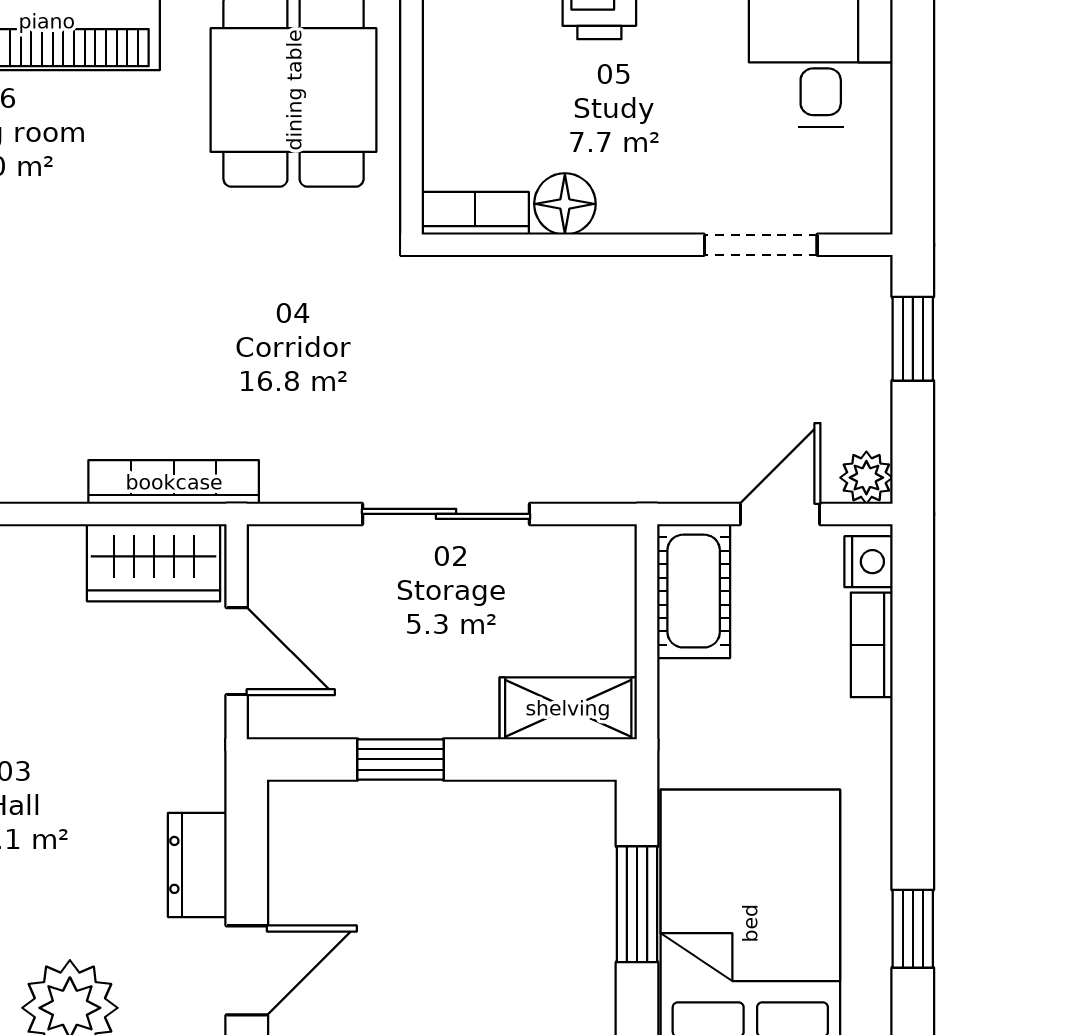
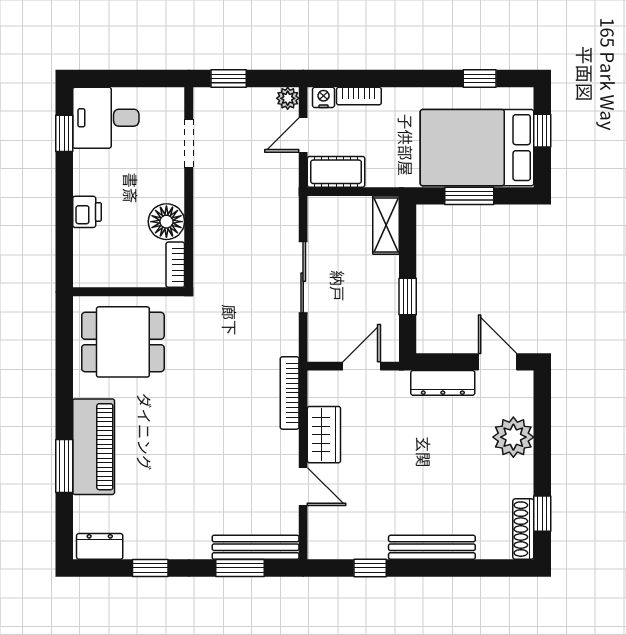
floor lamp: (565, 204) -> (166, 222), width x1.38, depth x1.38
door: (780, 514) -> (303, 135), hinge flipped
wardrobe: (154, 563) -> (324, 435), moved
dresser: (197, 865) -> (443, 383), width x1.44

